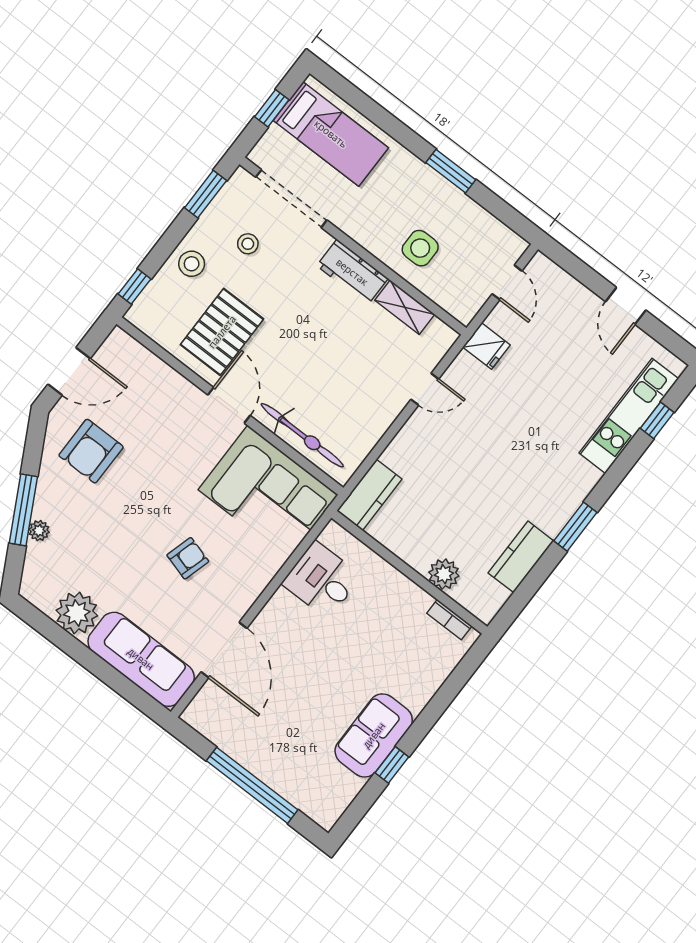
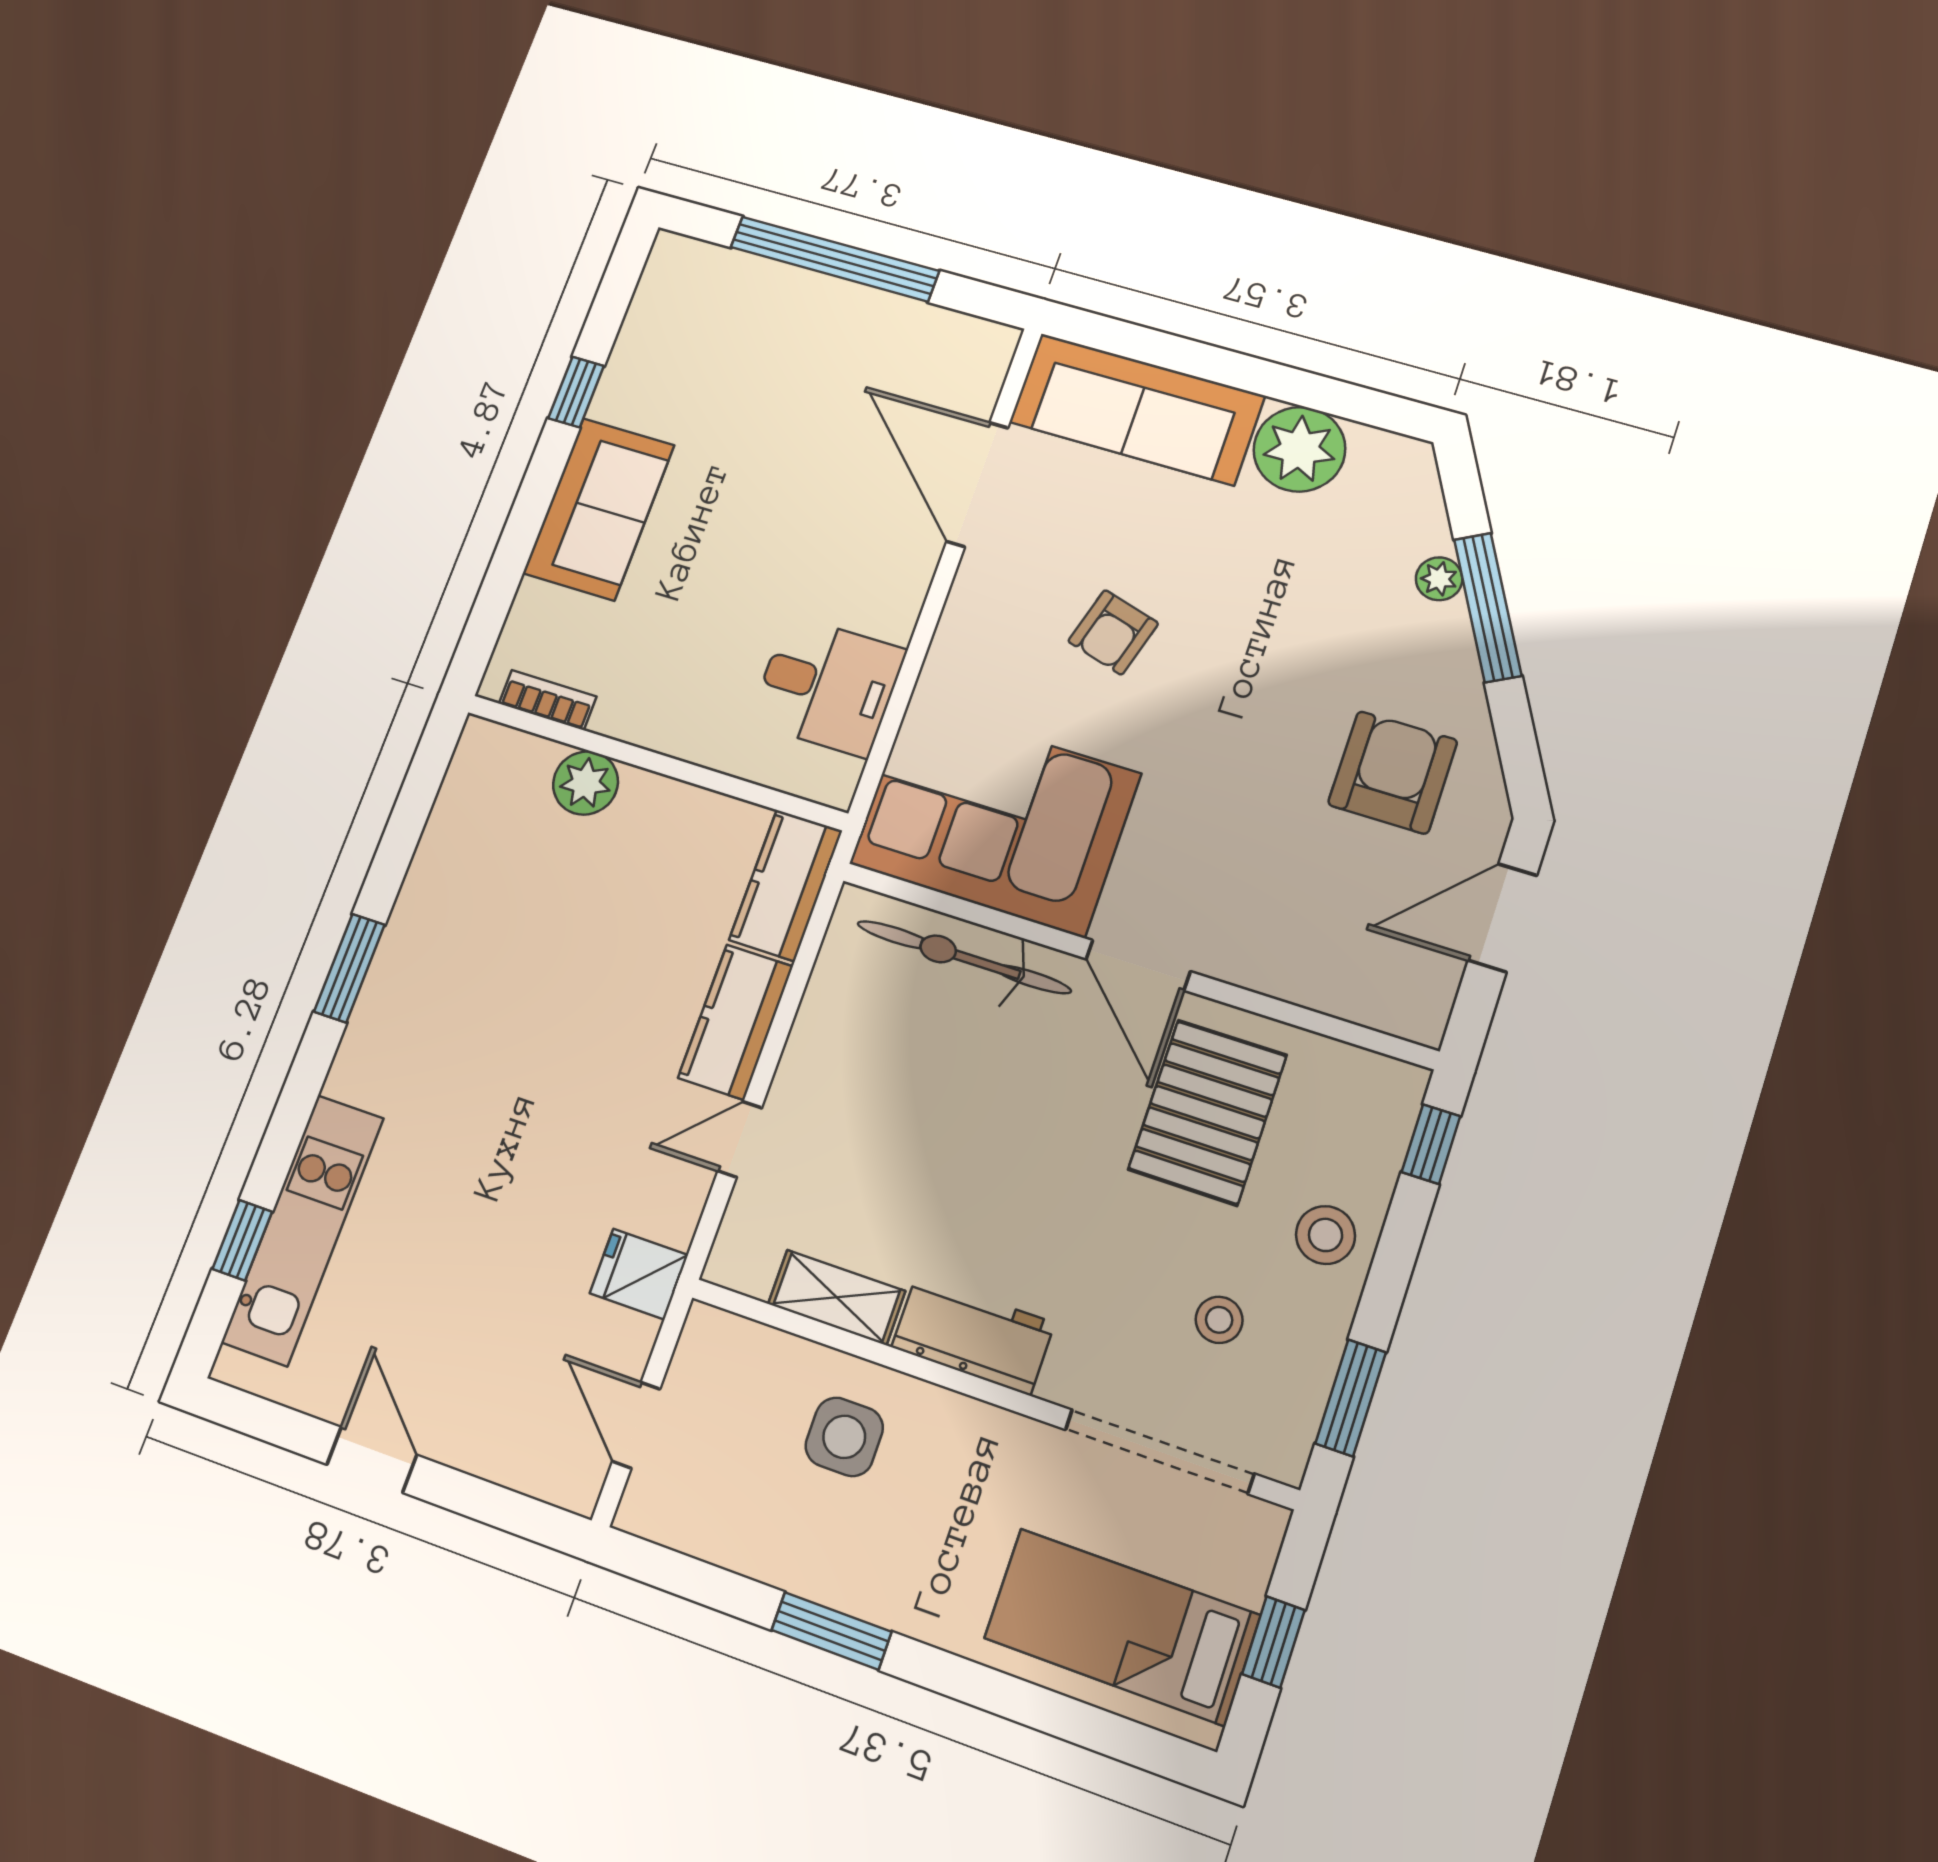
kitchen counter: (521, 557) -> (736, 1022), moved, turned 180
sofa: (374, 735) -> (599, 509), moved

